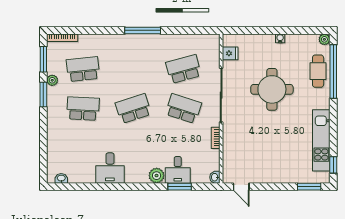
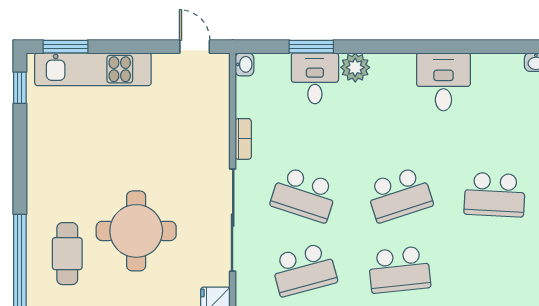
school desk: (83, 69) -> (399, 270), moved
cafe table: (318, 71) -> (67, 254), moved
kitchen unit: (321, 140) -> (93, 69), moved, turned 90

